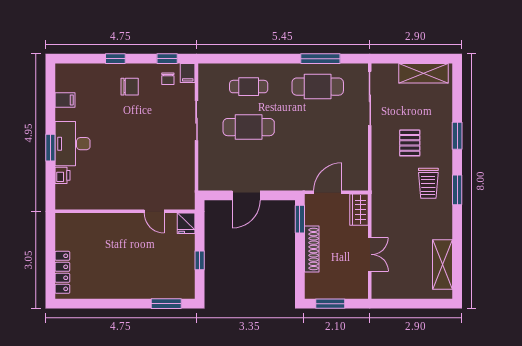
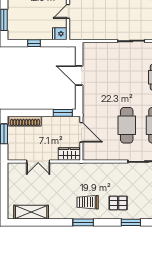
cafe table: (249, 127) -> (127, 125), moved
window: (457, 136) -> (131, 222), moved
pallet: (410, 143) -> (118, 203), moved
shoe rack: (312, 249) -> (25, 121), moved

